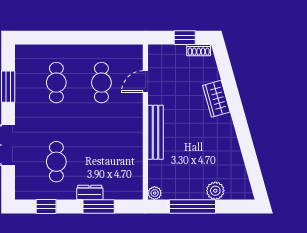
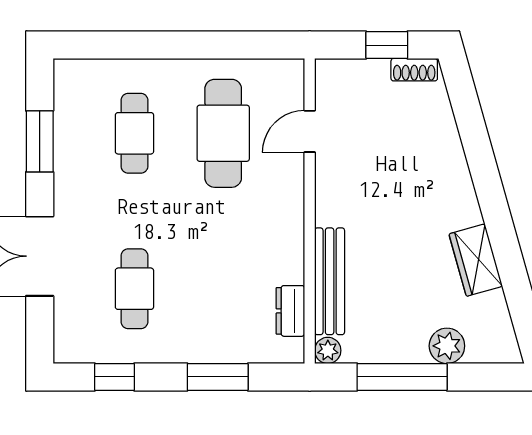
cafe table: (101, 83) -> (223, 133), width x1.37, depth x1.35
wardrobe: (216, 99) -> (476, 260), moved
bench: (156, 132) -> (330, 281), moved
dresser: (90, 192) -> (290, 311), moved, turned -90

